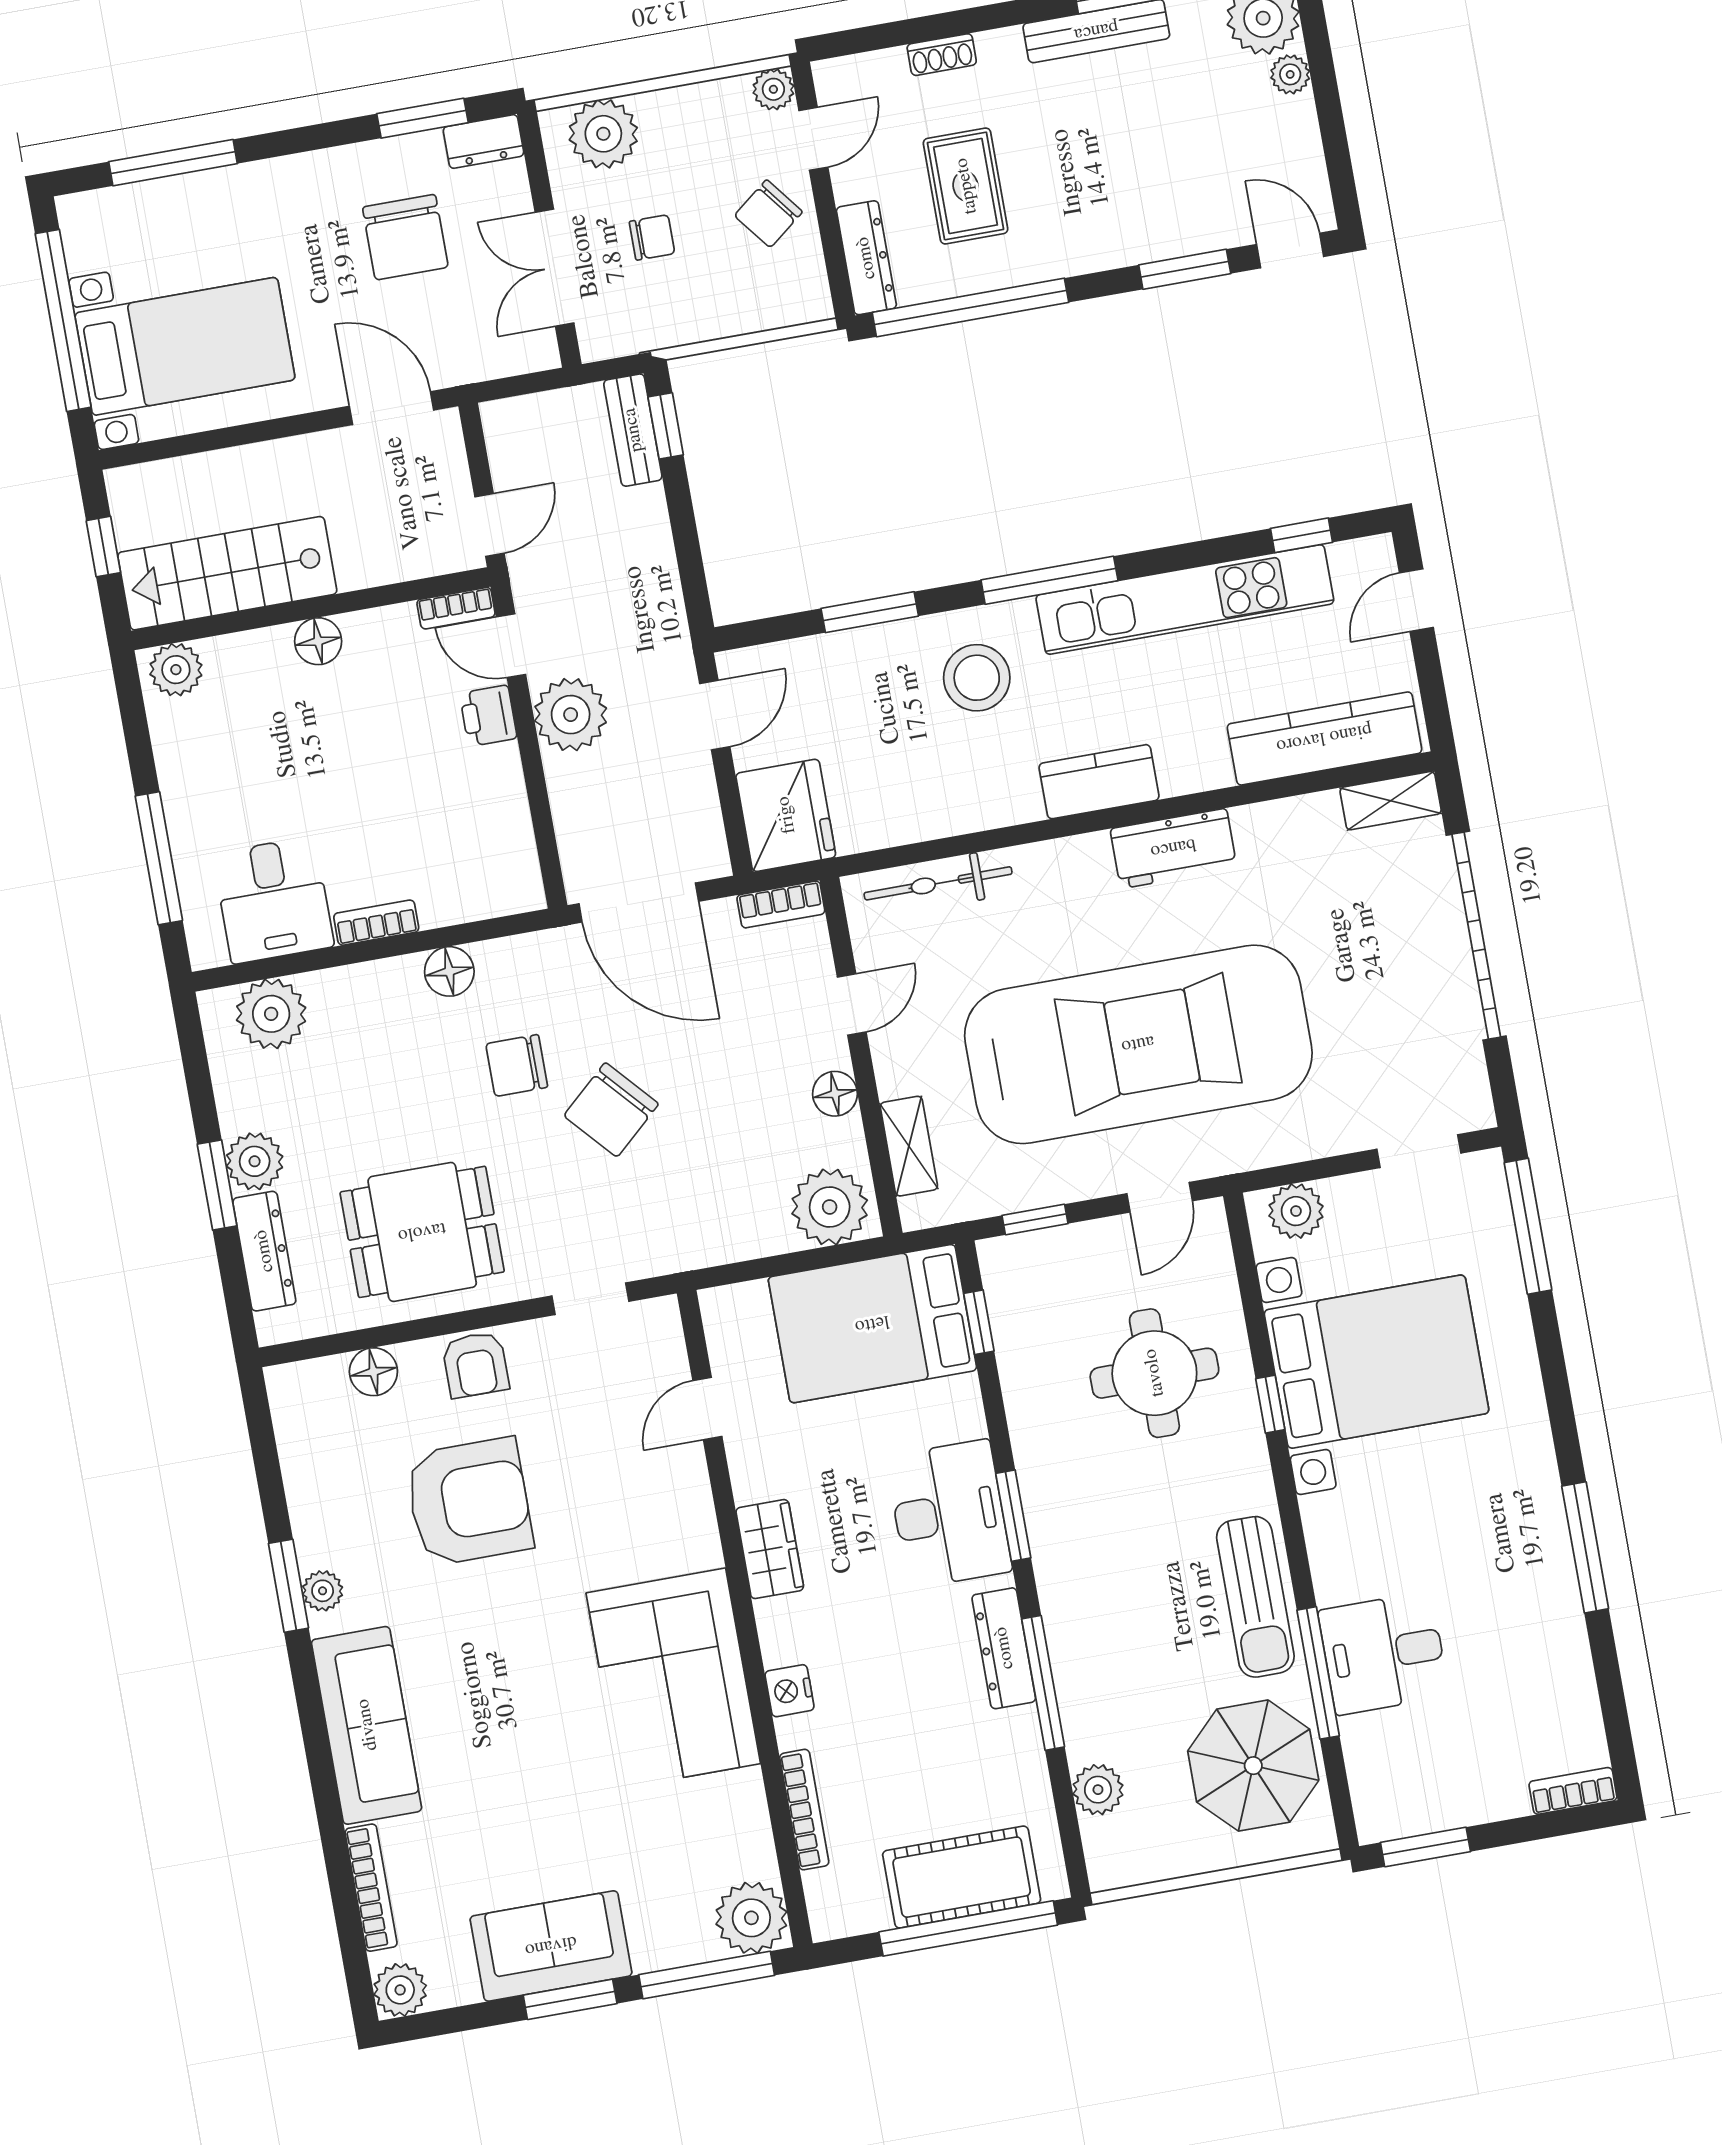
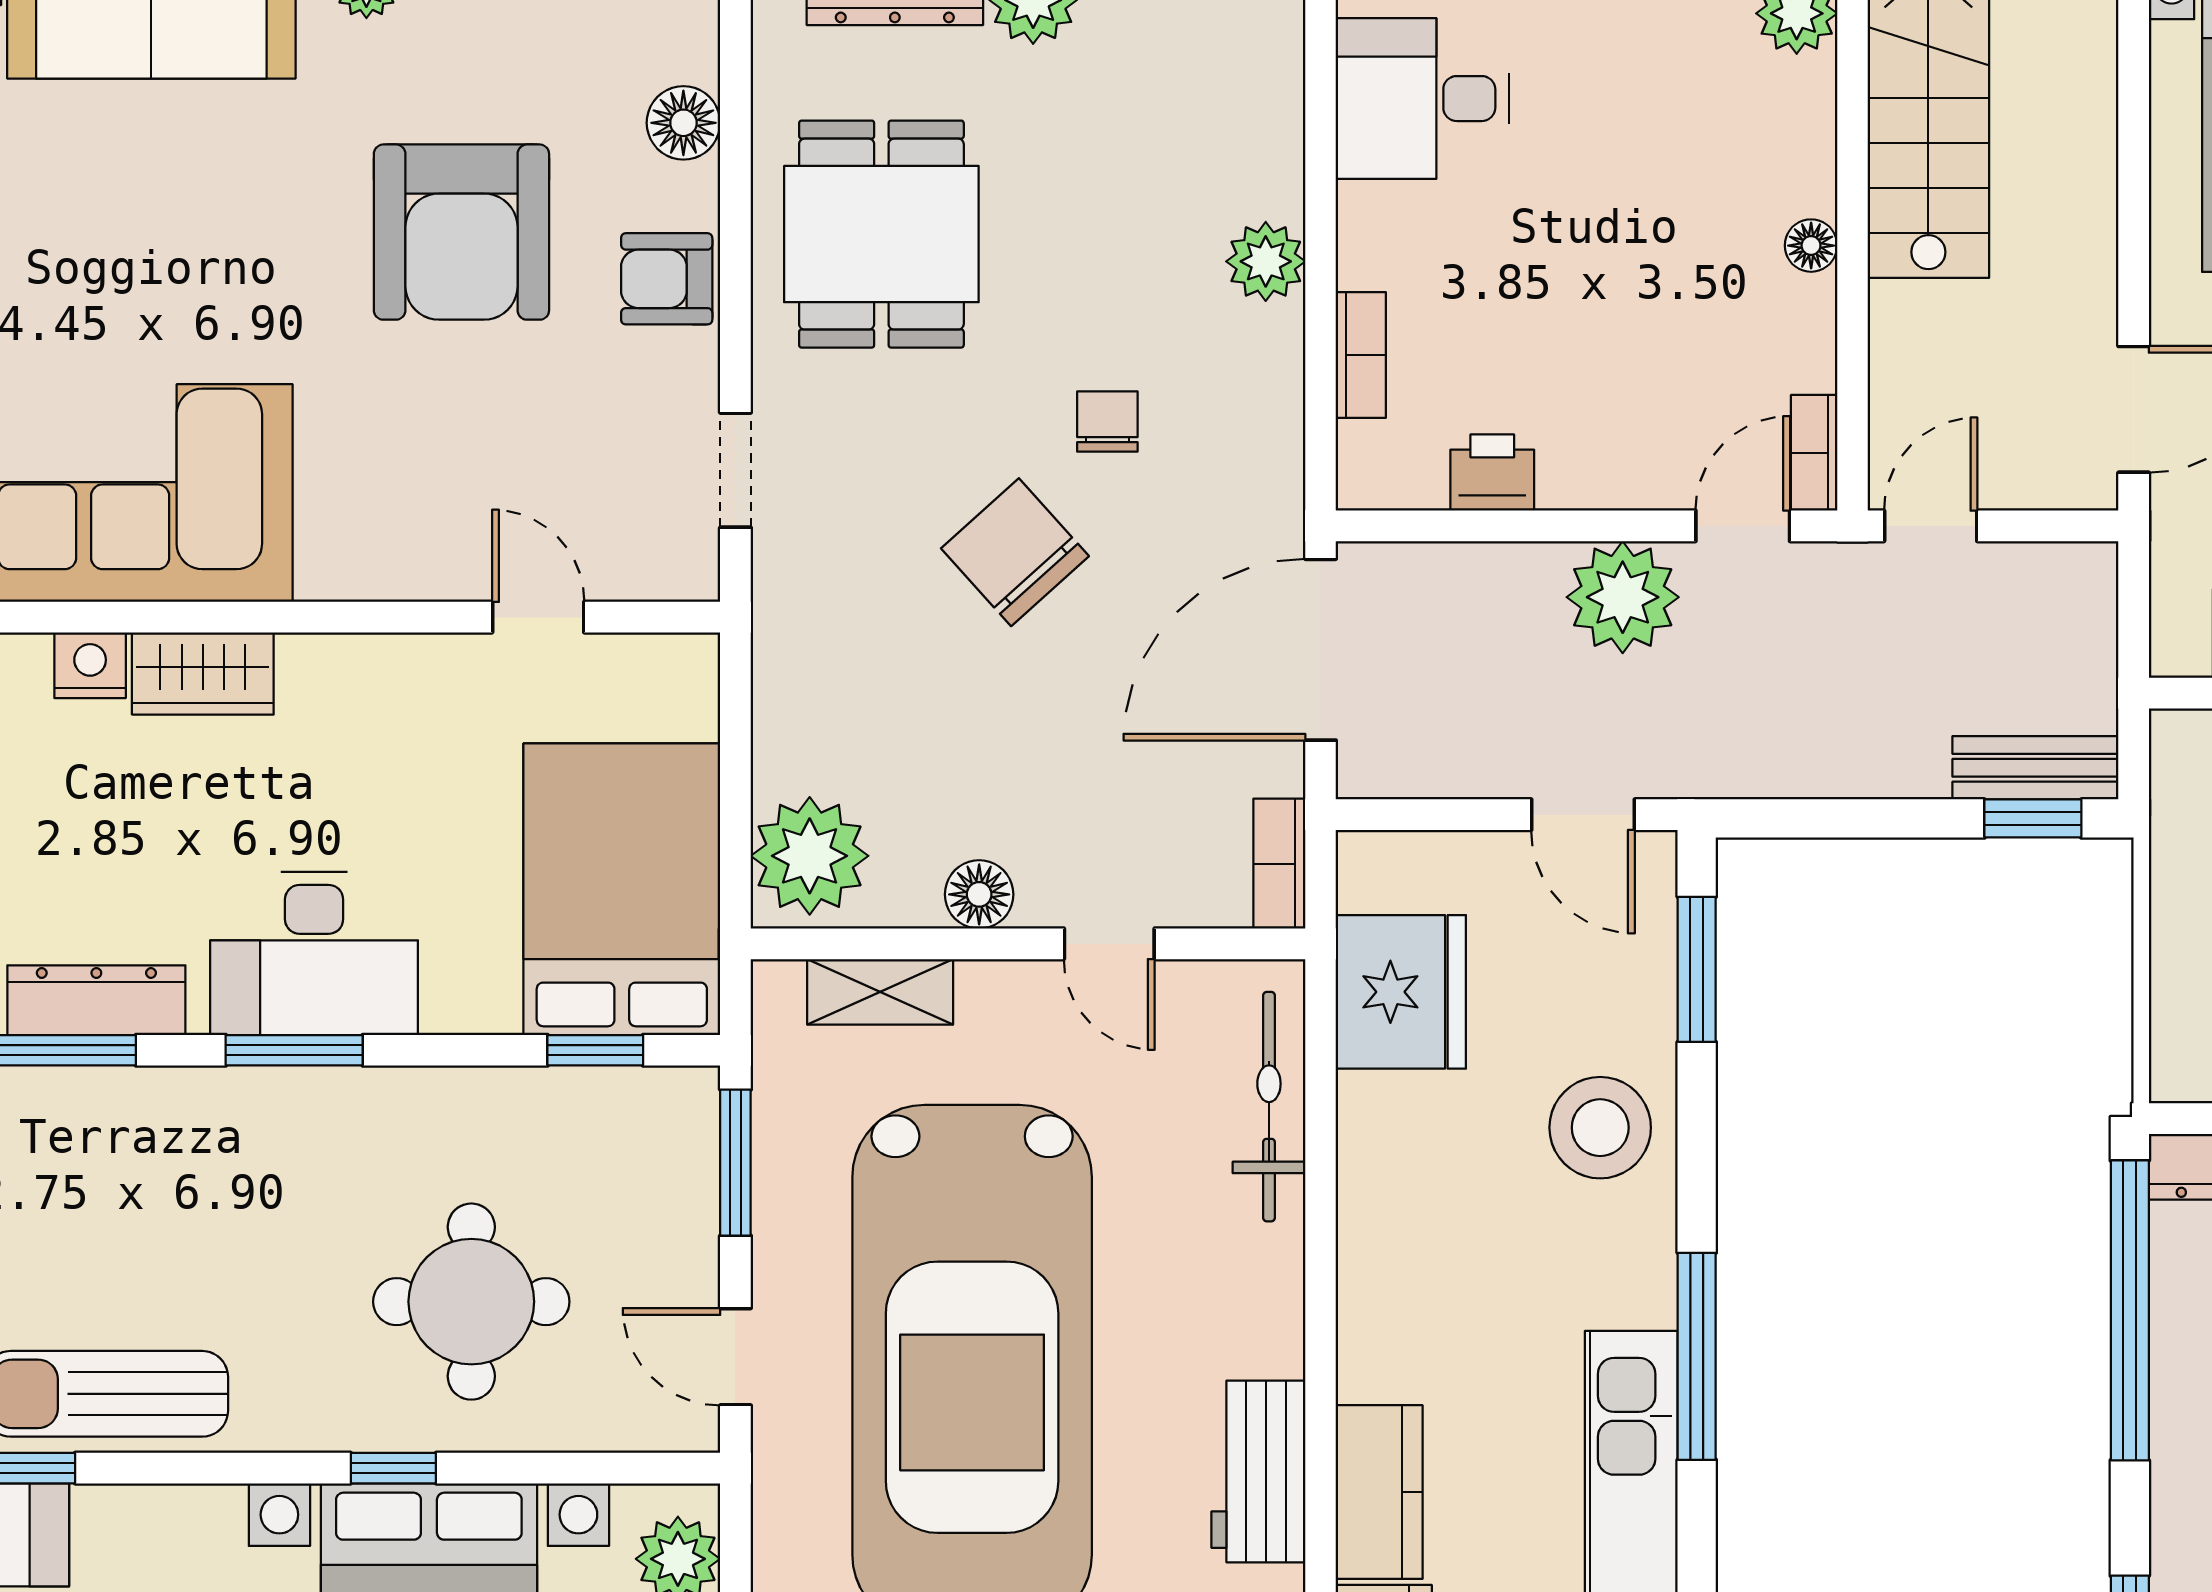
door: (490, 525) -> (1931, 526), swing flipped
window: (870, 612) -> (1697, 969), moved
floor lamp: (318, 641) -> (1811, 246), width x0.73, depth x0.73
stool: (977, 678) -> (1600, 1128), moved
printer: (488, 716) -> (1492, 473), moved
kitchen counter: (1099, 782) -> (1379, 1492), moved
fridge: (786, 815) -> (1401, 992), moved, turned -90
bookcase: (376, 923) -> (1361, 355), moved
floor lamp: (449, 971) -> (1267, 345), removed
plant: (271, 1014) -> (1266, 261), moved, width x0.73, depth x0.73
chair: (517, 1065) -> (1107, 422), width x0.73, depth x0.73
window: (1035, 1219) -> (735, 1163), width x1.50
wardrobe: (770, 1549) -> (203, 673), moved

